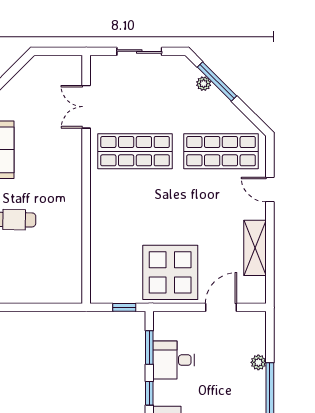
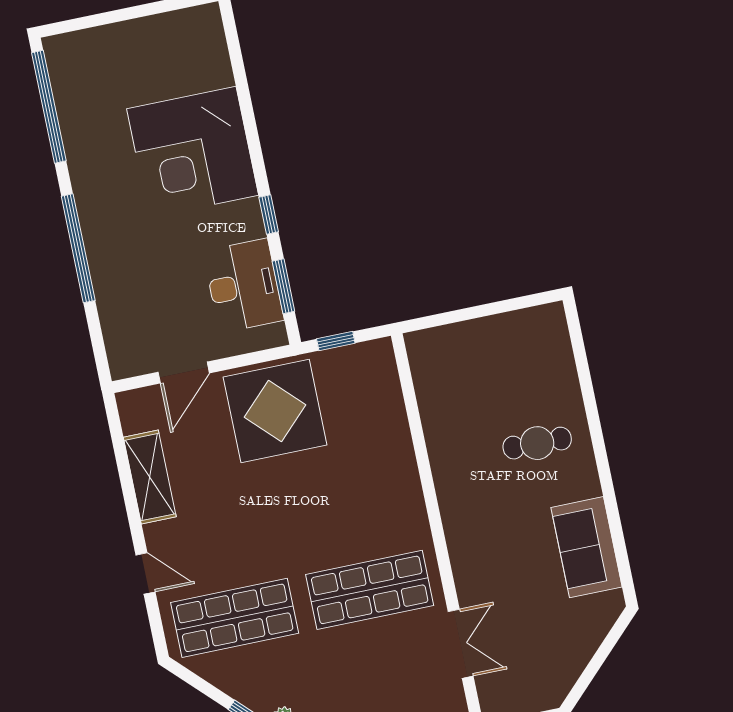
desk: (174, 360) -> (243, 286), width x1.37
plant: (258, 362) -> (107, 298), removed

